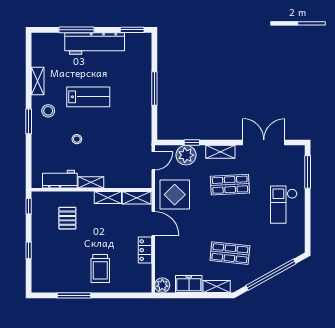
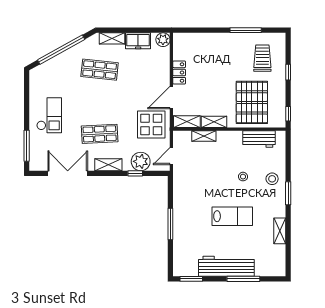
lab bench: (88, 97) -> (232, 216), turned 180
stool: (48, 111) -> (272, 179), moved
double door: (264, 143) -> (68, 173), swing flipped
shelving: (91, 182) -> (204, 136), moved
pallet: (67, 218) -> (252, 102), width x2.05, depth x2.00
door: (153, 223) -> (171, 98), hinge flipped
trolley: (100, 269) -> (262, 58), moved

